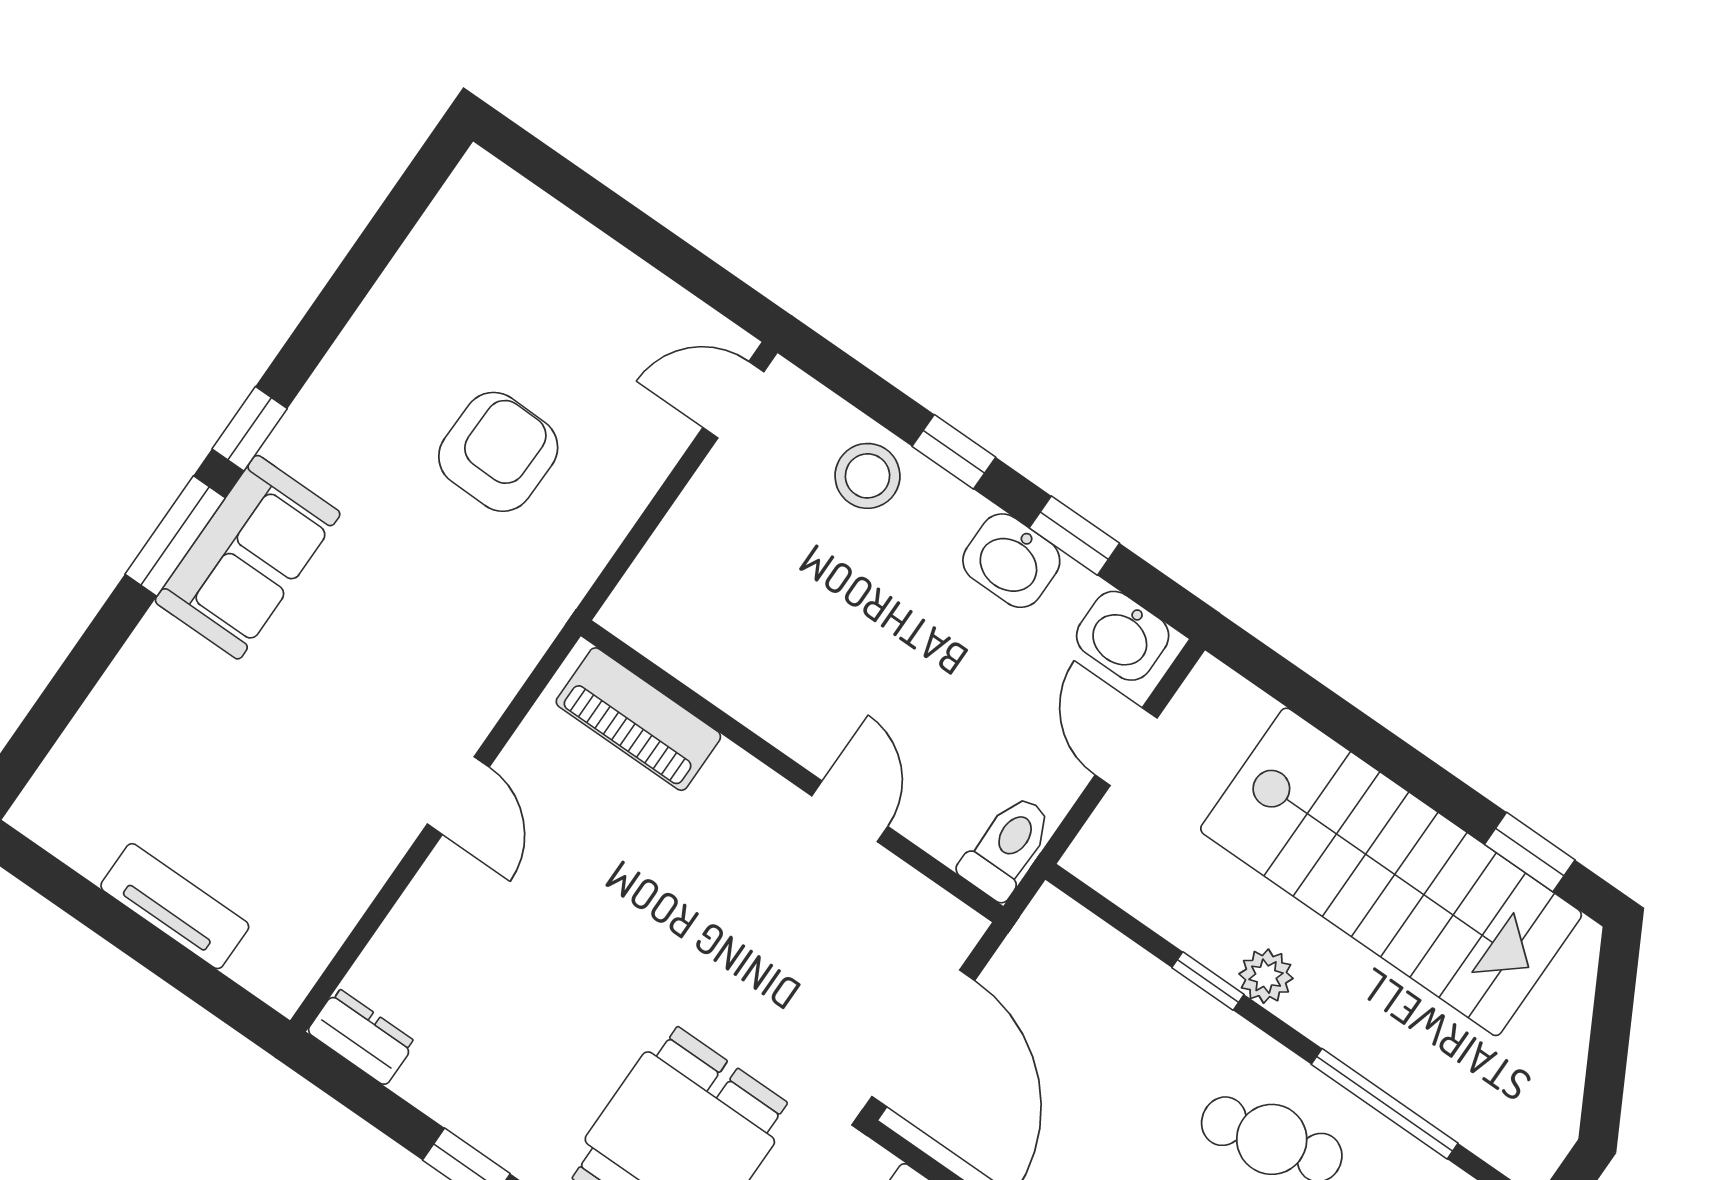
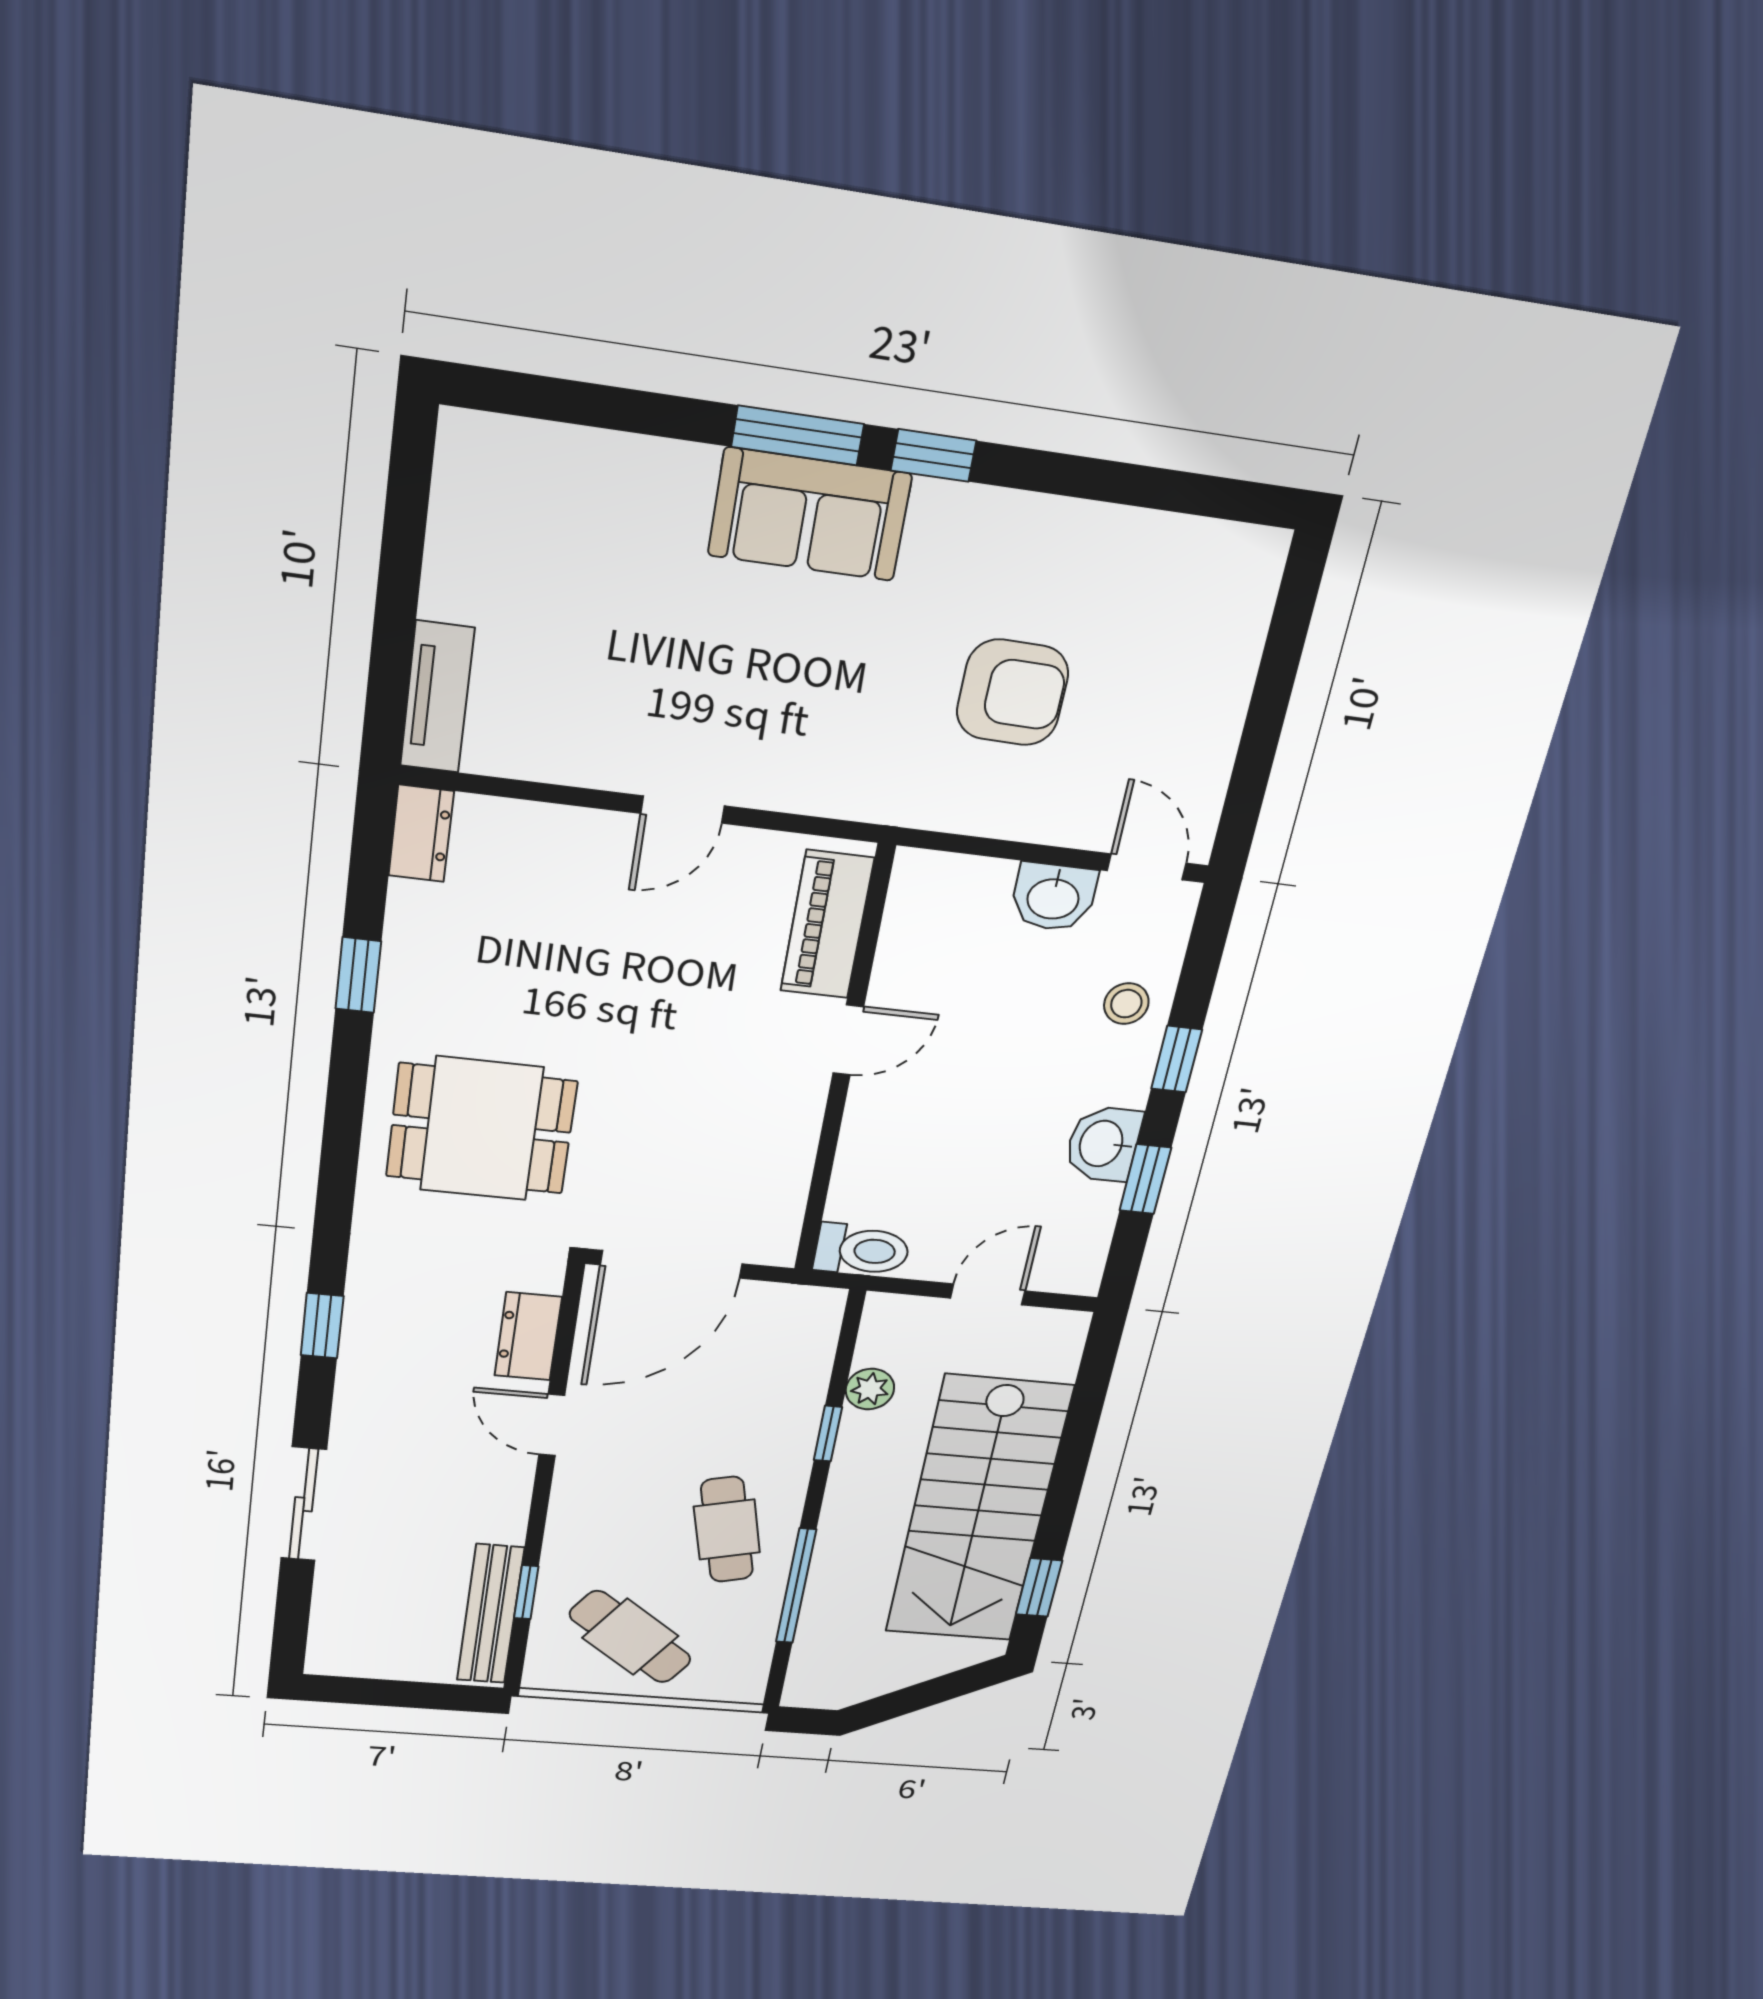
stool: (867, 476) -> (1126, 1004), width x0.73, depth x0.73
washbasin: (1123, 636) -> (1053, 897), moved, turned -90
door: (850, 811) -> (848, 1040), moved
tv unit: (175, 906) -> (437, 697), moved
plant: (1266, 976) -> (870, 1389), moved

